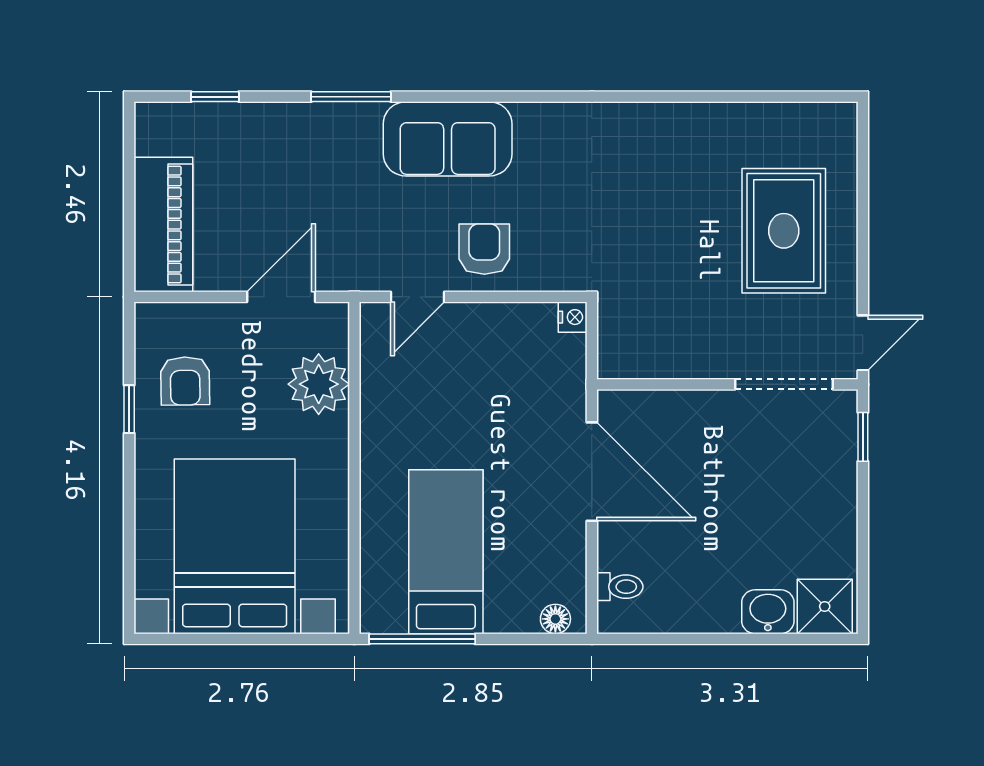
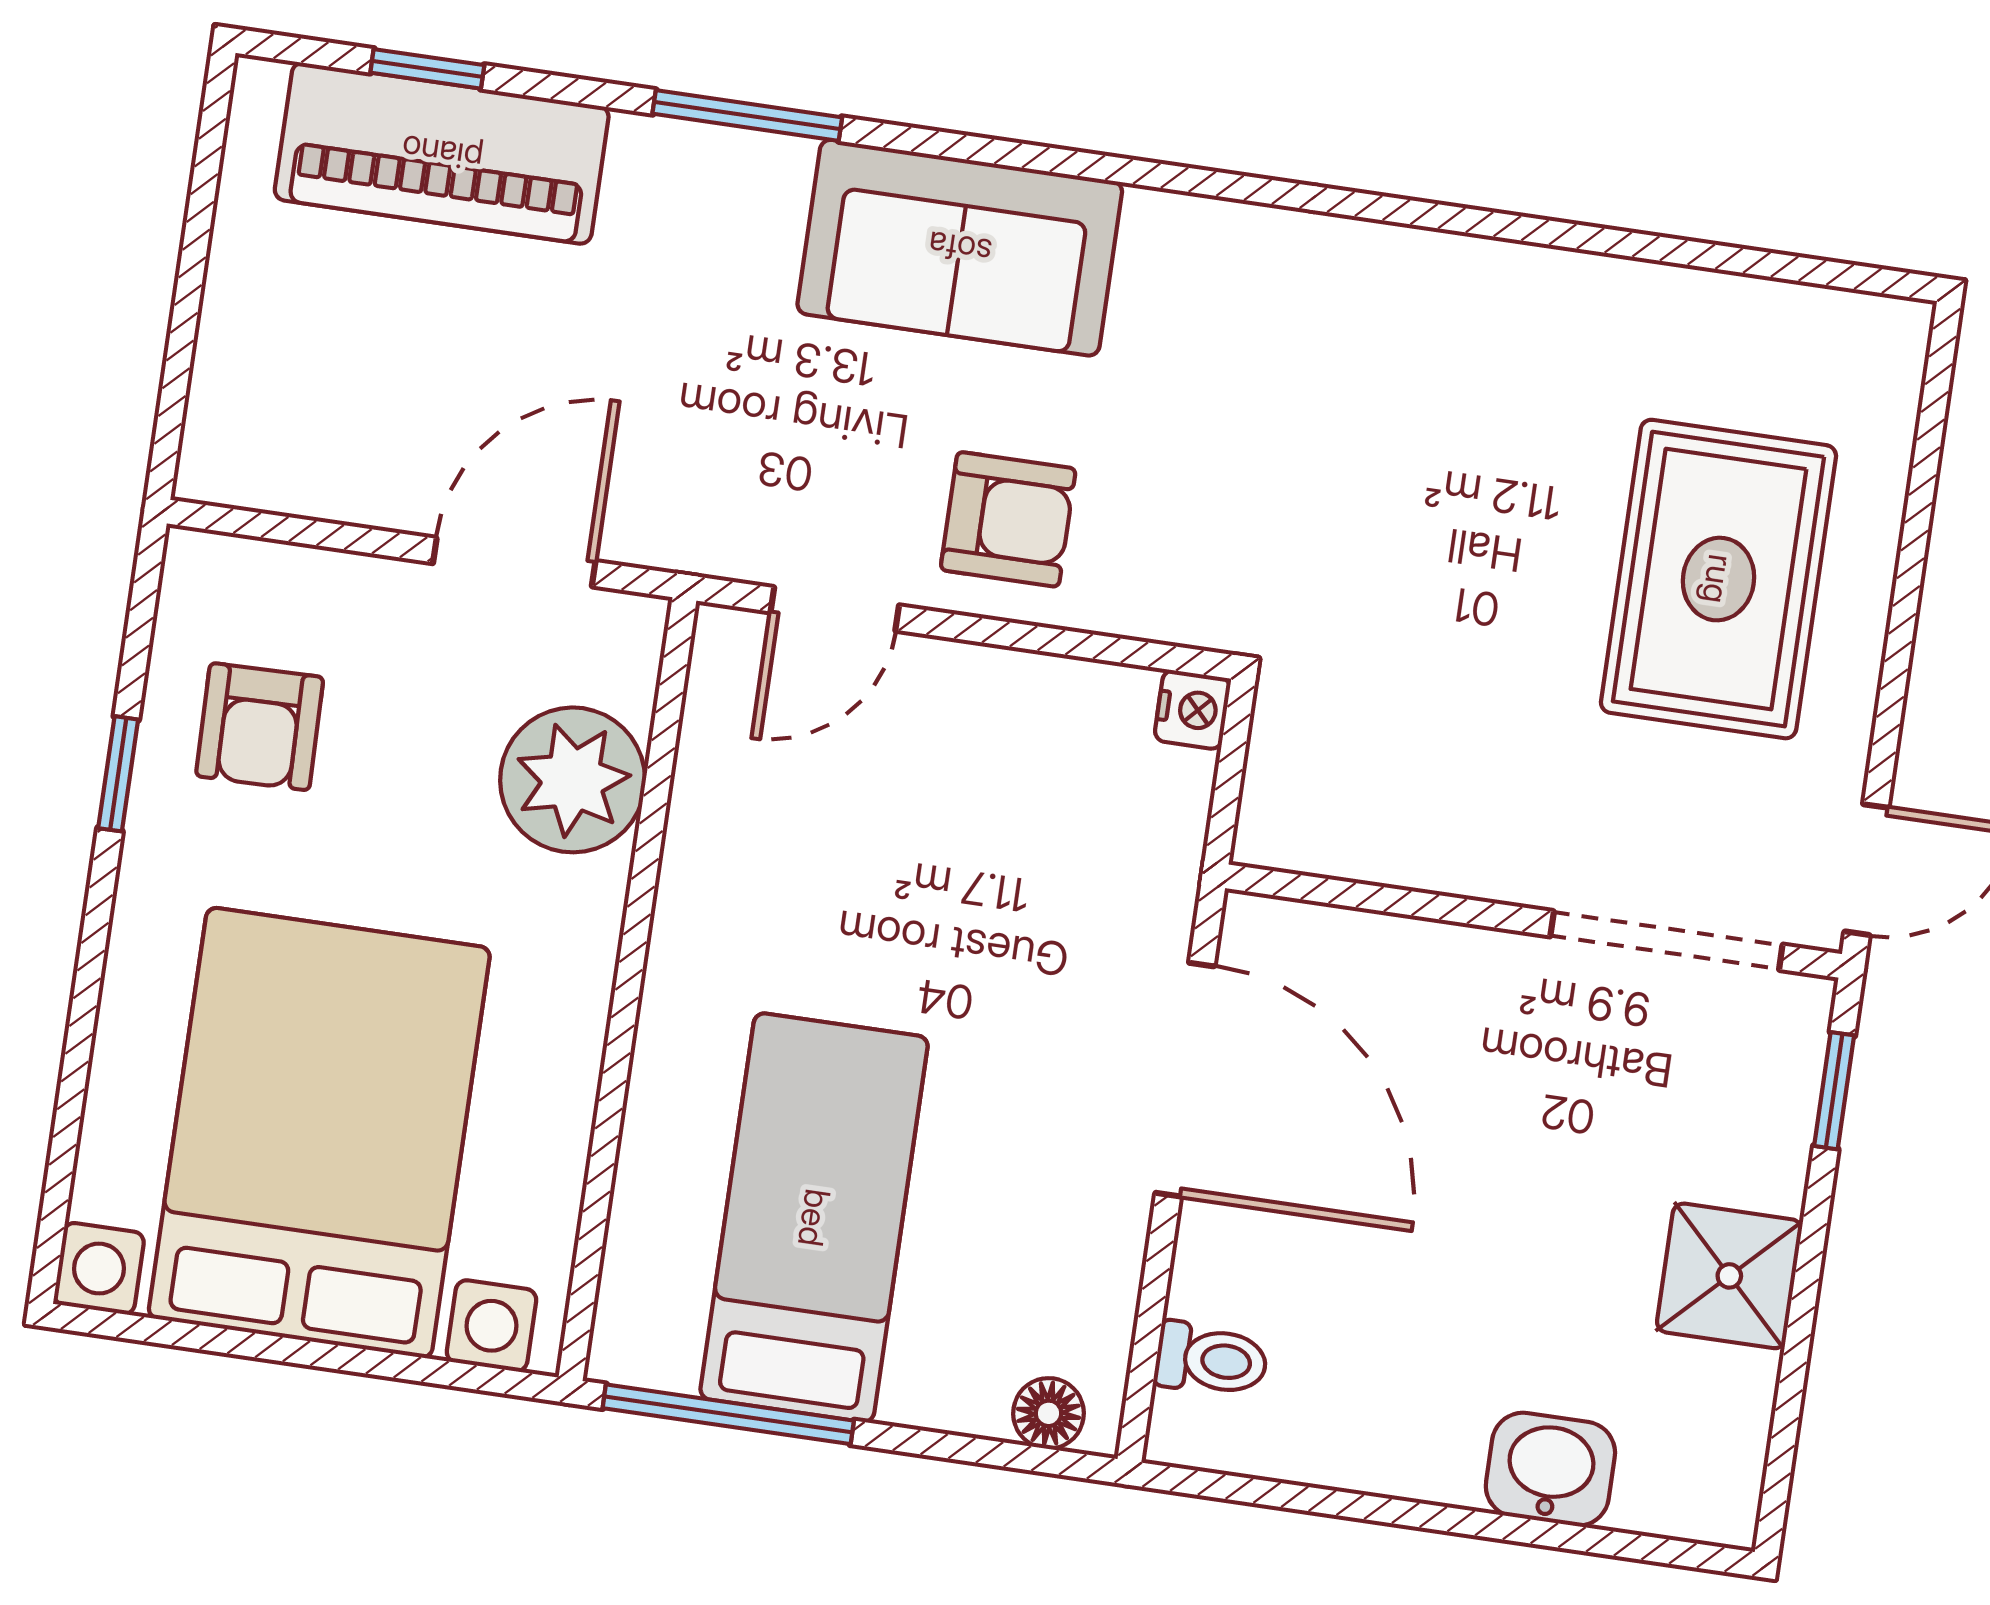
piano: (163, 225) -> (442, 153), moved, turned 90
armchair: (484, 249) -> (1008, 519), turned 90
shower: (825, 606) -> (1729, 1276), moved

